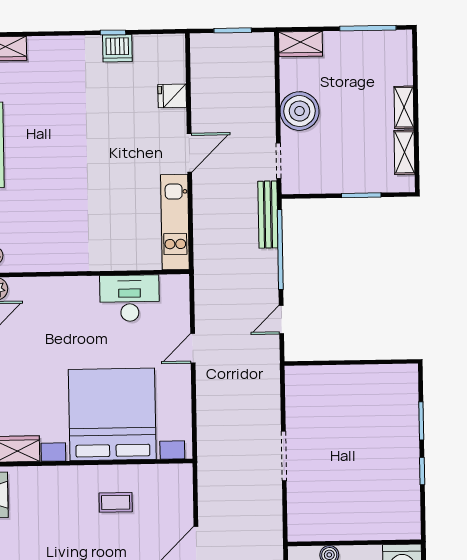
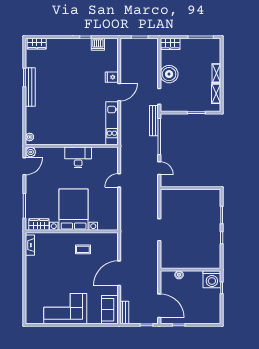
dishwasher: (117, 48) -> (98, 44), moved
fridge: (172, 96) -> (112, 77), moved
desk: (130, 298) -> (78, 157), moved
door: (281, 320) -> (159, 168), swing flipped
bed with nightstands: (112, 414) -> (74, 210), width x0.73

